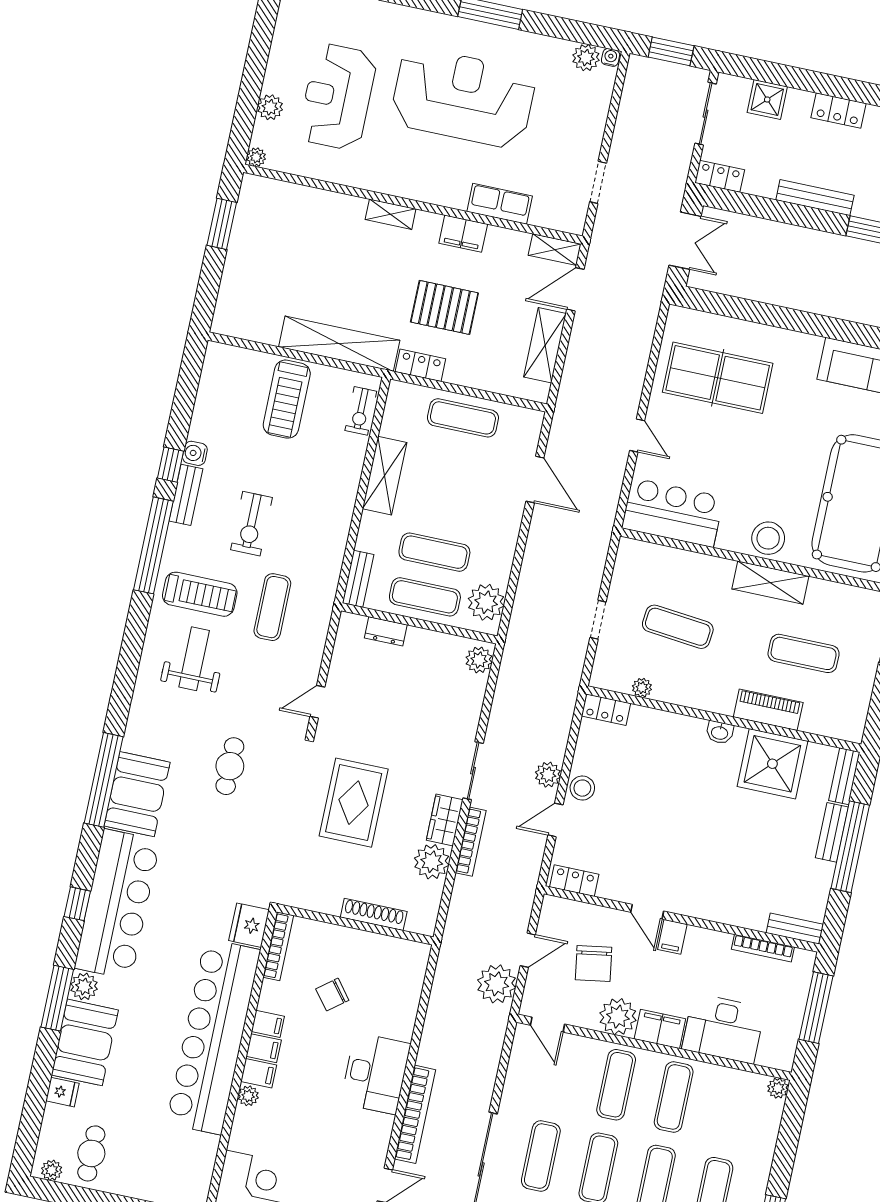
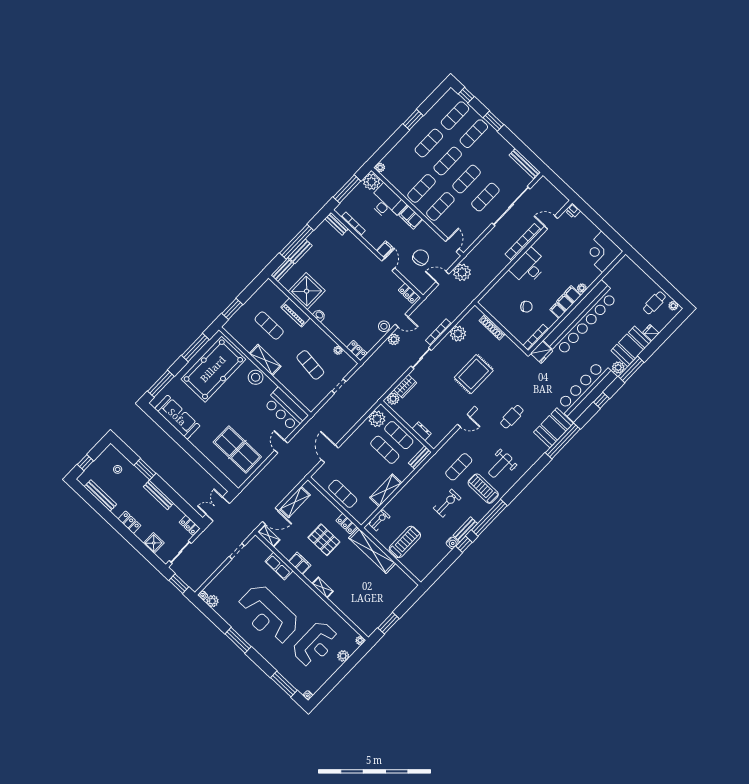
wardrobe: (445, 820) -> (405, 386), moved
plant: (618, 1017) -> (371, 182), moved

